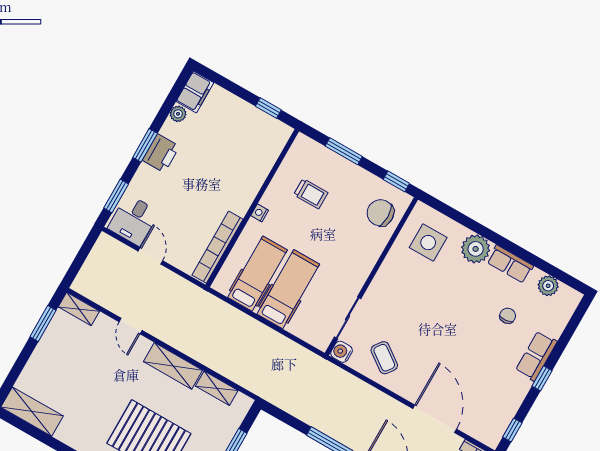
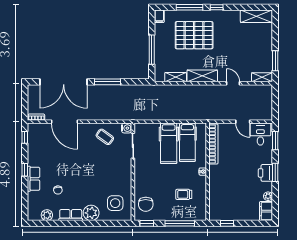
window: (344, 151) -> (180, 223), width x1.44
chair: (380, 213) -> (146, 204), turned 90

